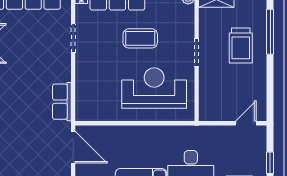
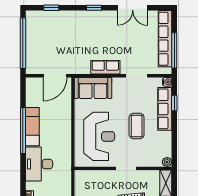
sofa: (90, 96) -> (93, 88), added
row of seats: (62, 102) -> (105, 67), moved

